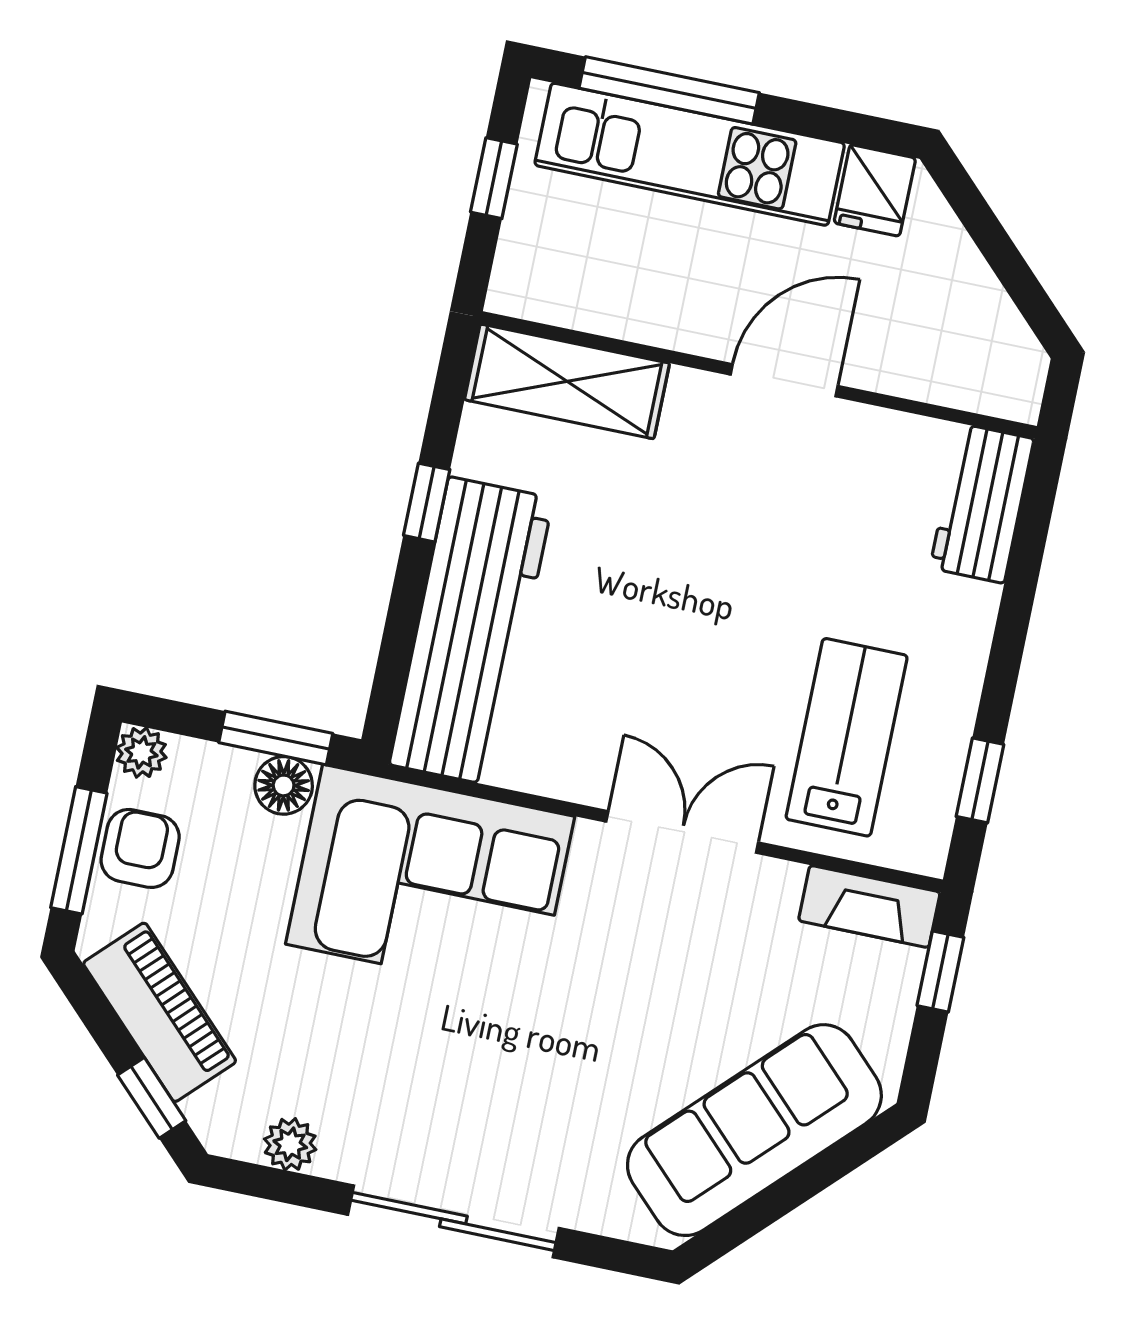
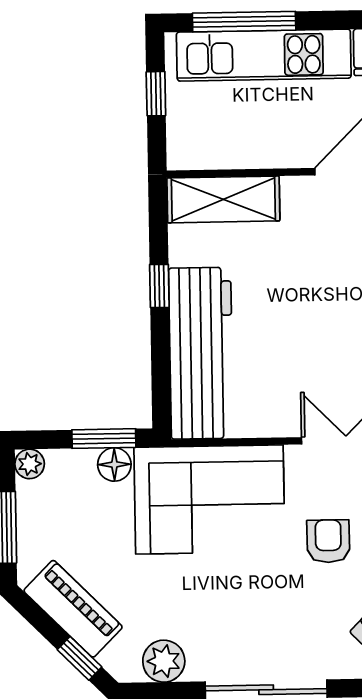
armchair: (140, 848) -> (328, 541), moved
plant: (290, 1144) -> (164, 661), width x1.38, depth x1.38

